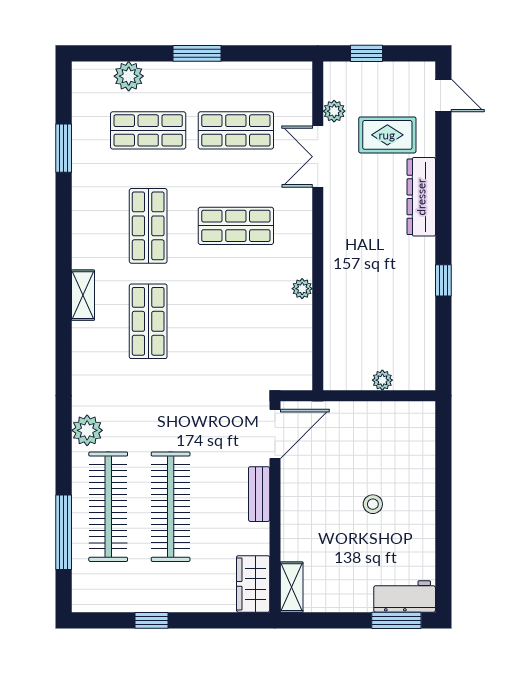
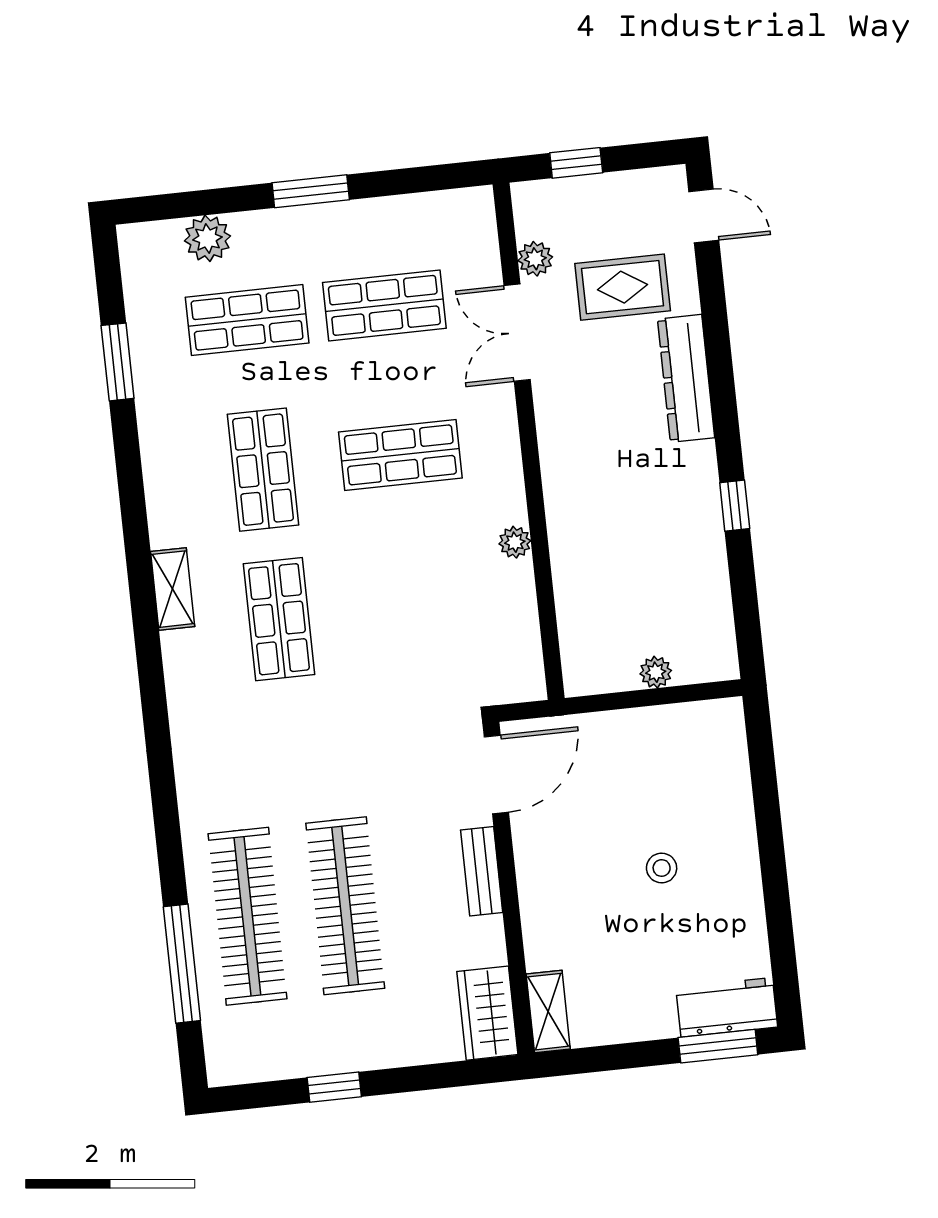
plant: (87, 430) -> (202, 800), removed

